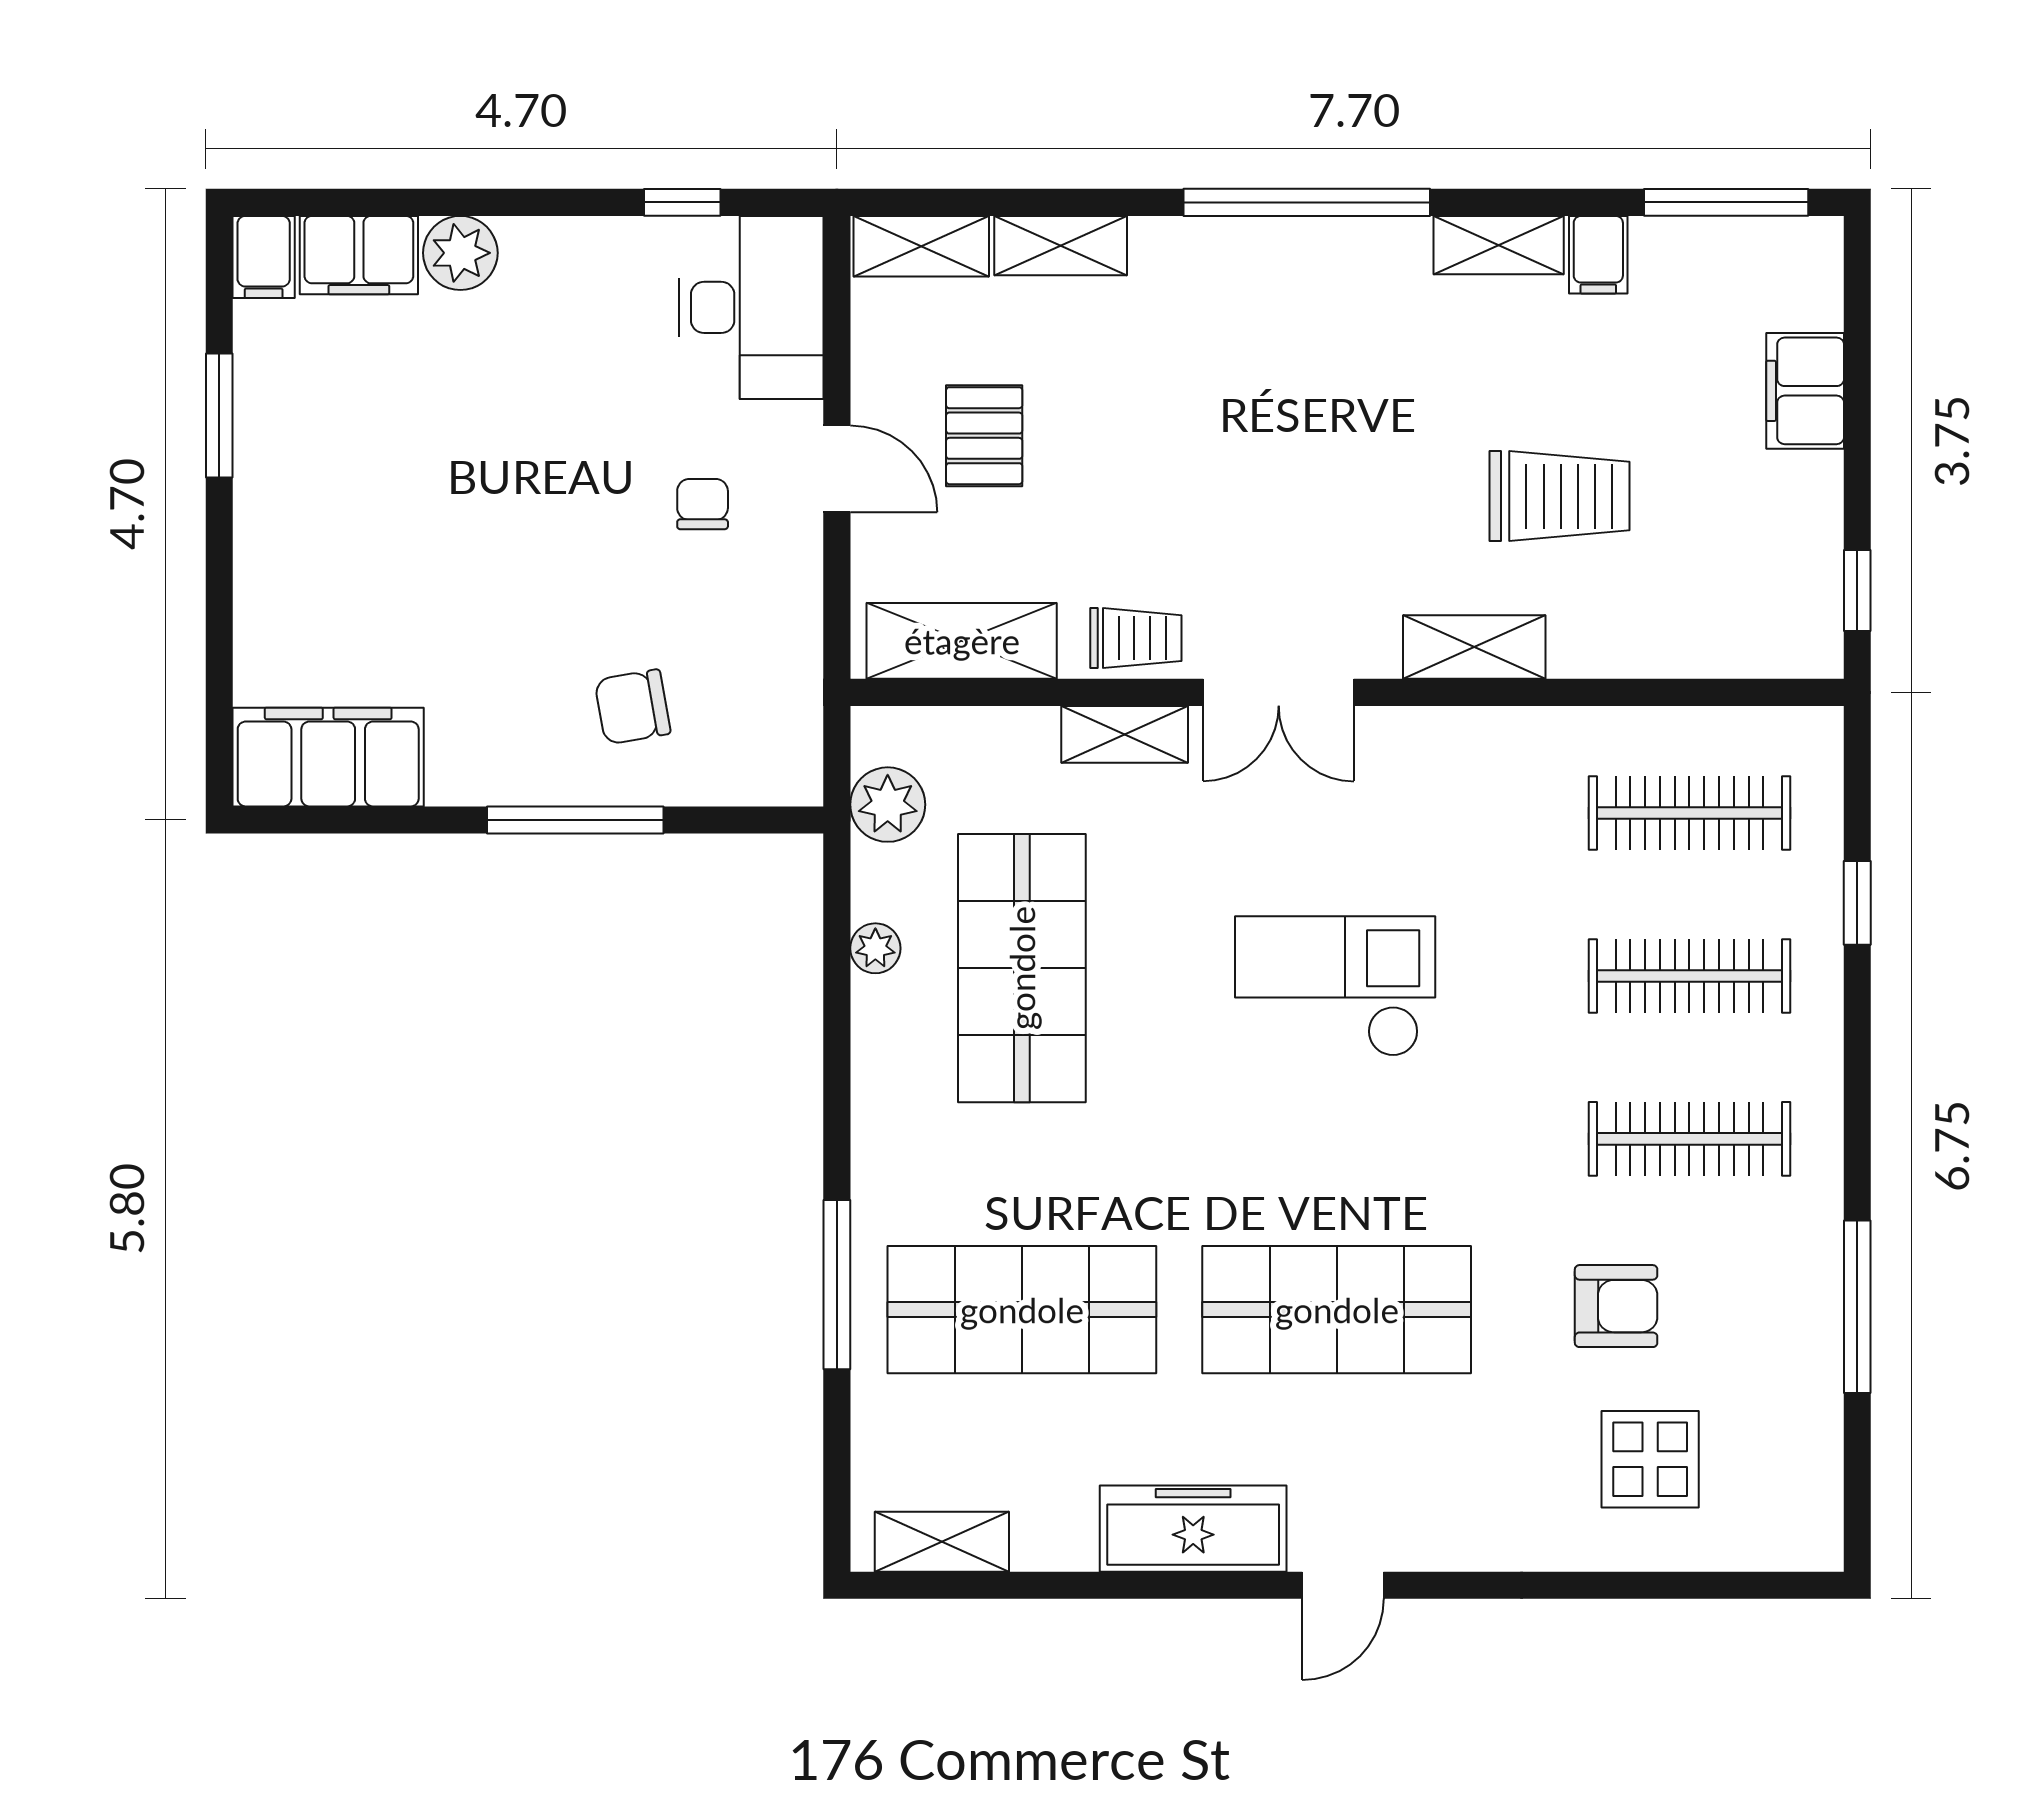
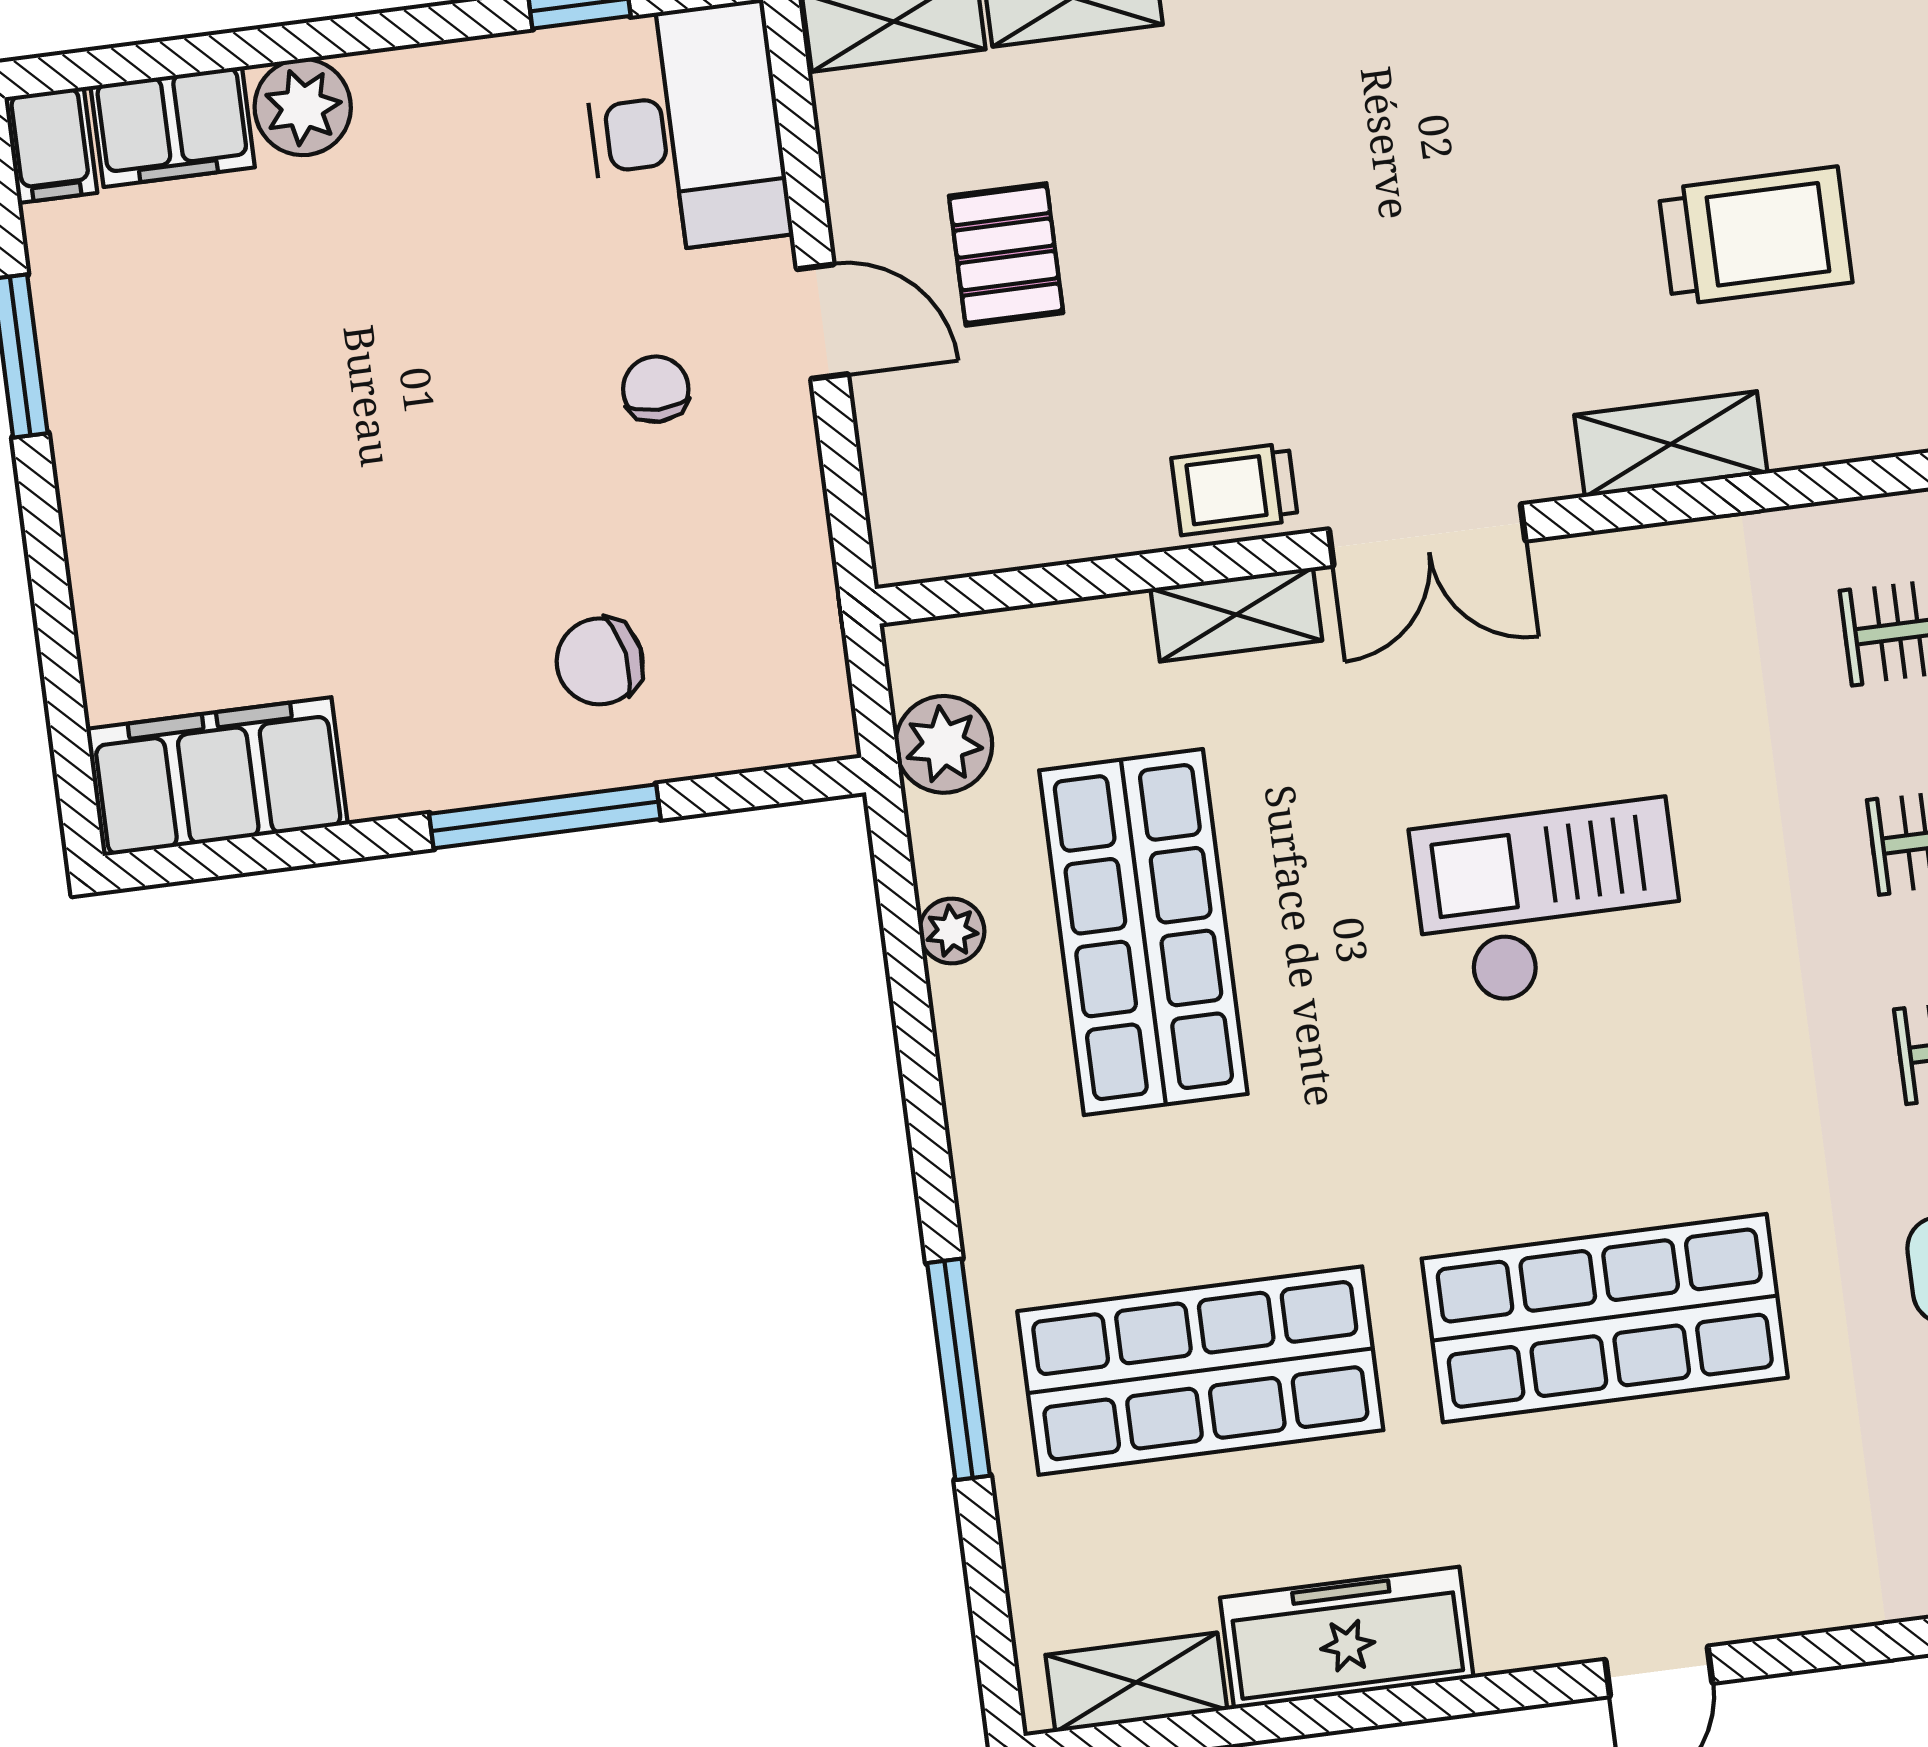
trolley: (1136, 638) -> (1235, 489), turned 180
shelving: (962, 641) -> (1012, 522), removed
freezer: (1193, 1529) -> (1347, 1638), moved

